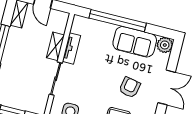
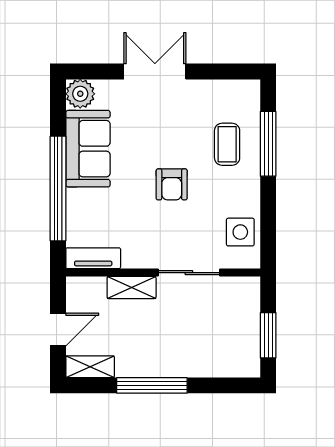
tv unit: (71, 48) -> (93, 258), moved
armchair: (130, 87) -> (172, 184), moved, turned -101

